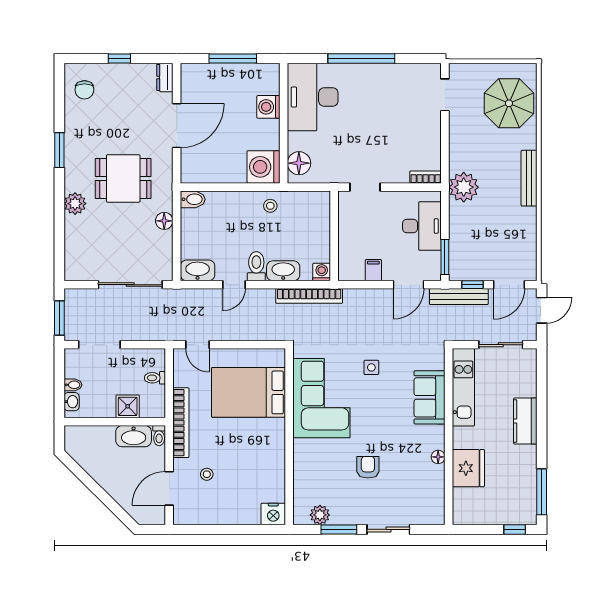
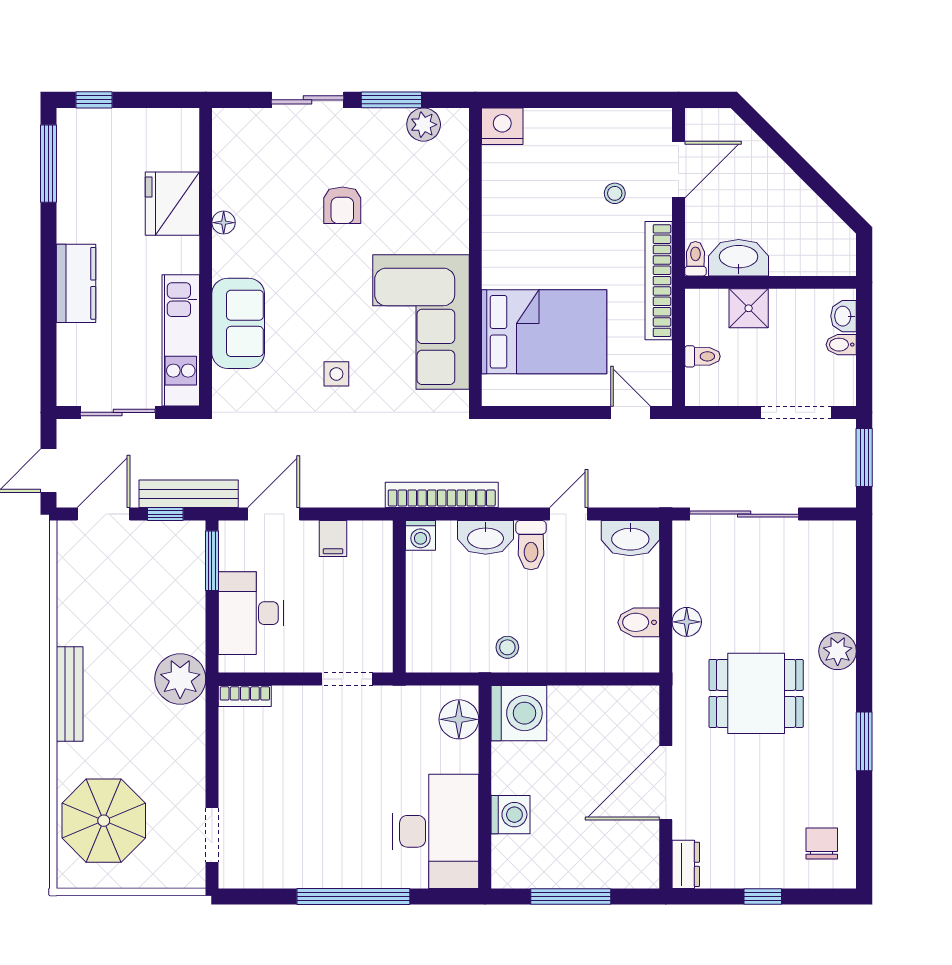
bidet: (193, 199) -> (639, 622), moved

